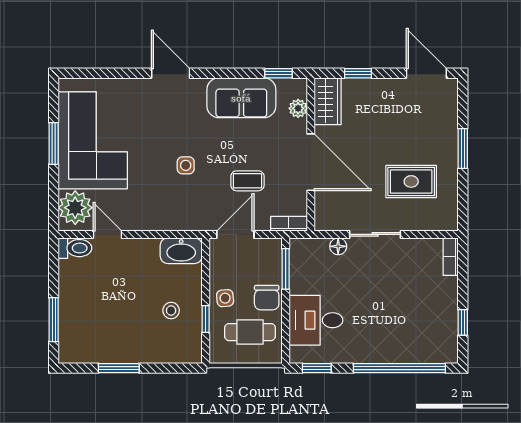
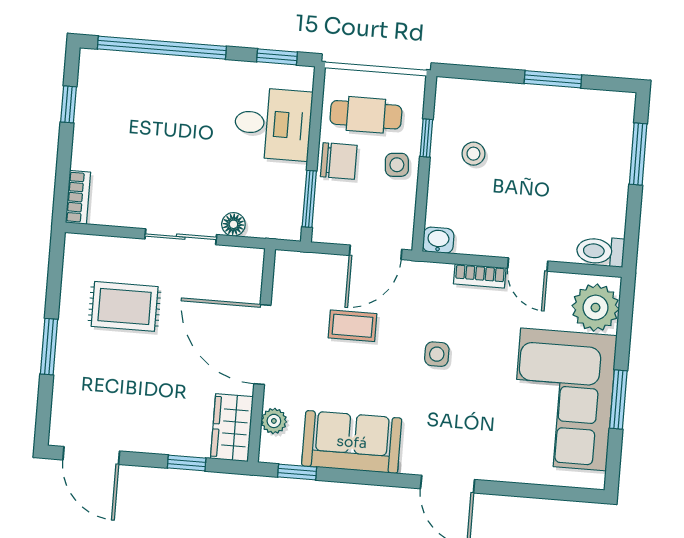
bookcase: (289, 224) -> (480, 276), moved
door: (107, 234) -> (528, 265), moved
washbasin: (181, 251) -> (438, 240), width x0.52, depth x0.69
chair: (267, 298) -> (339, 161), turned 90

